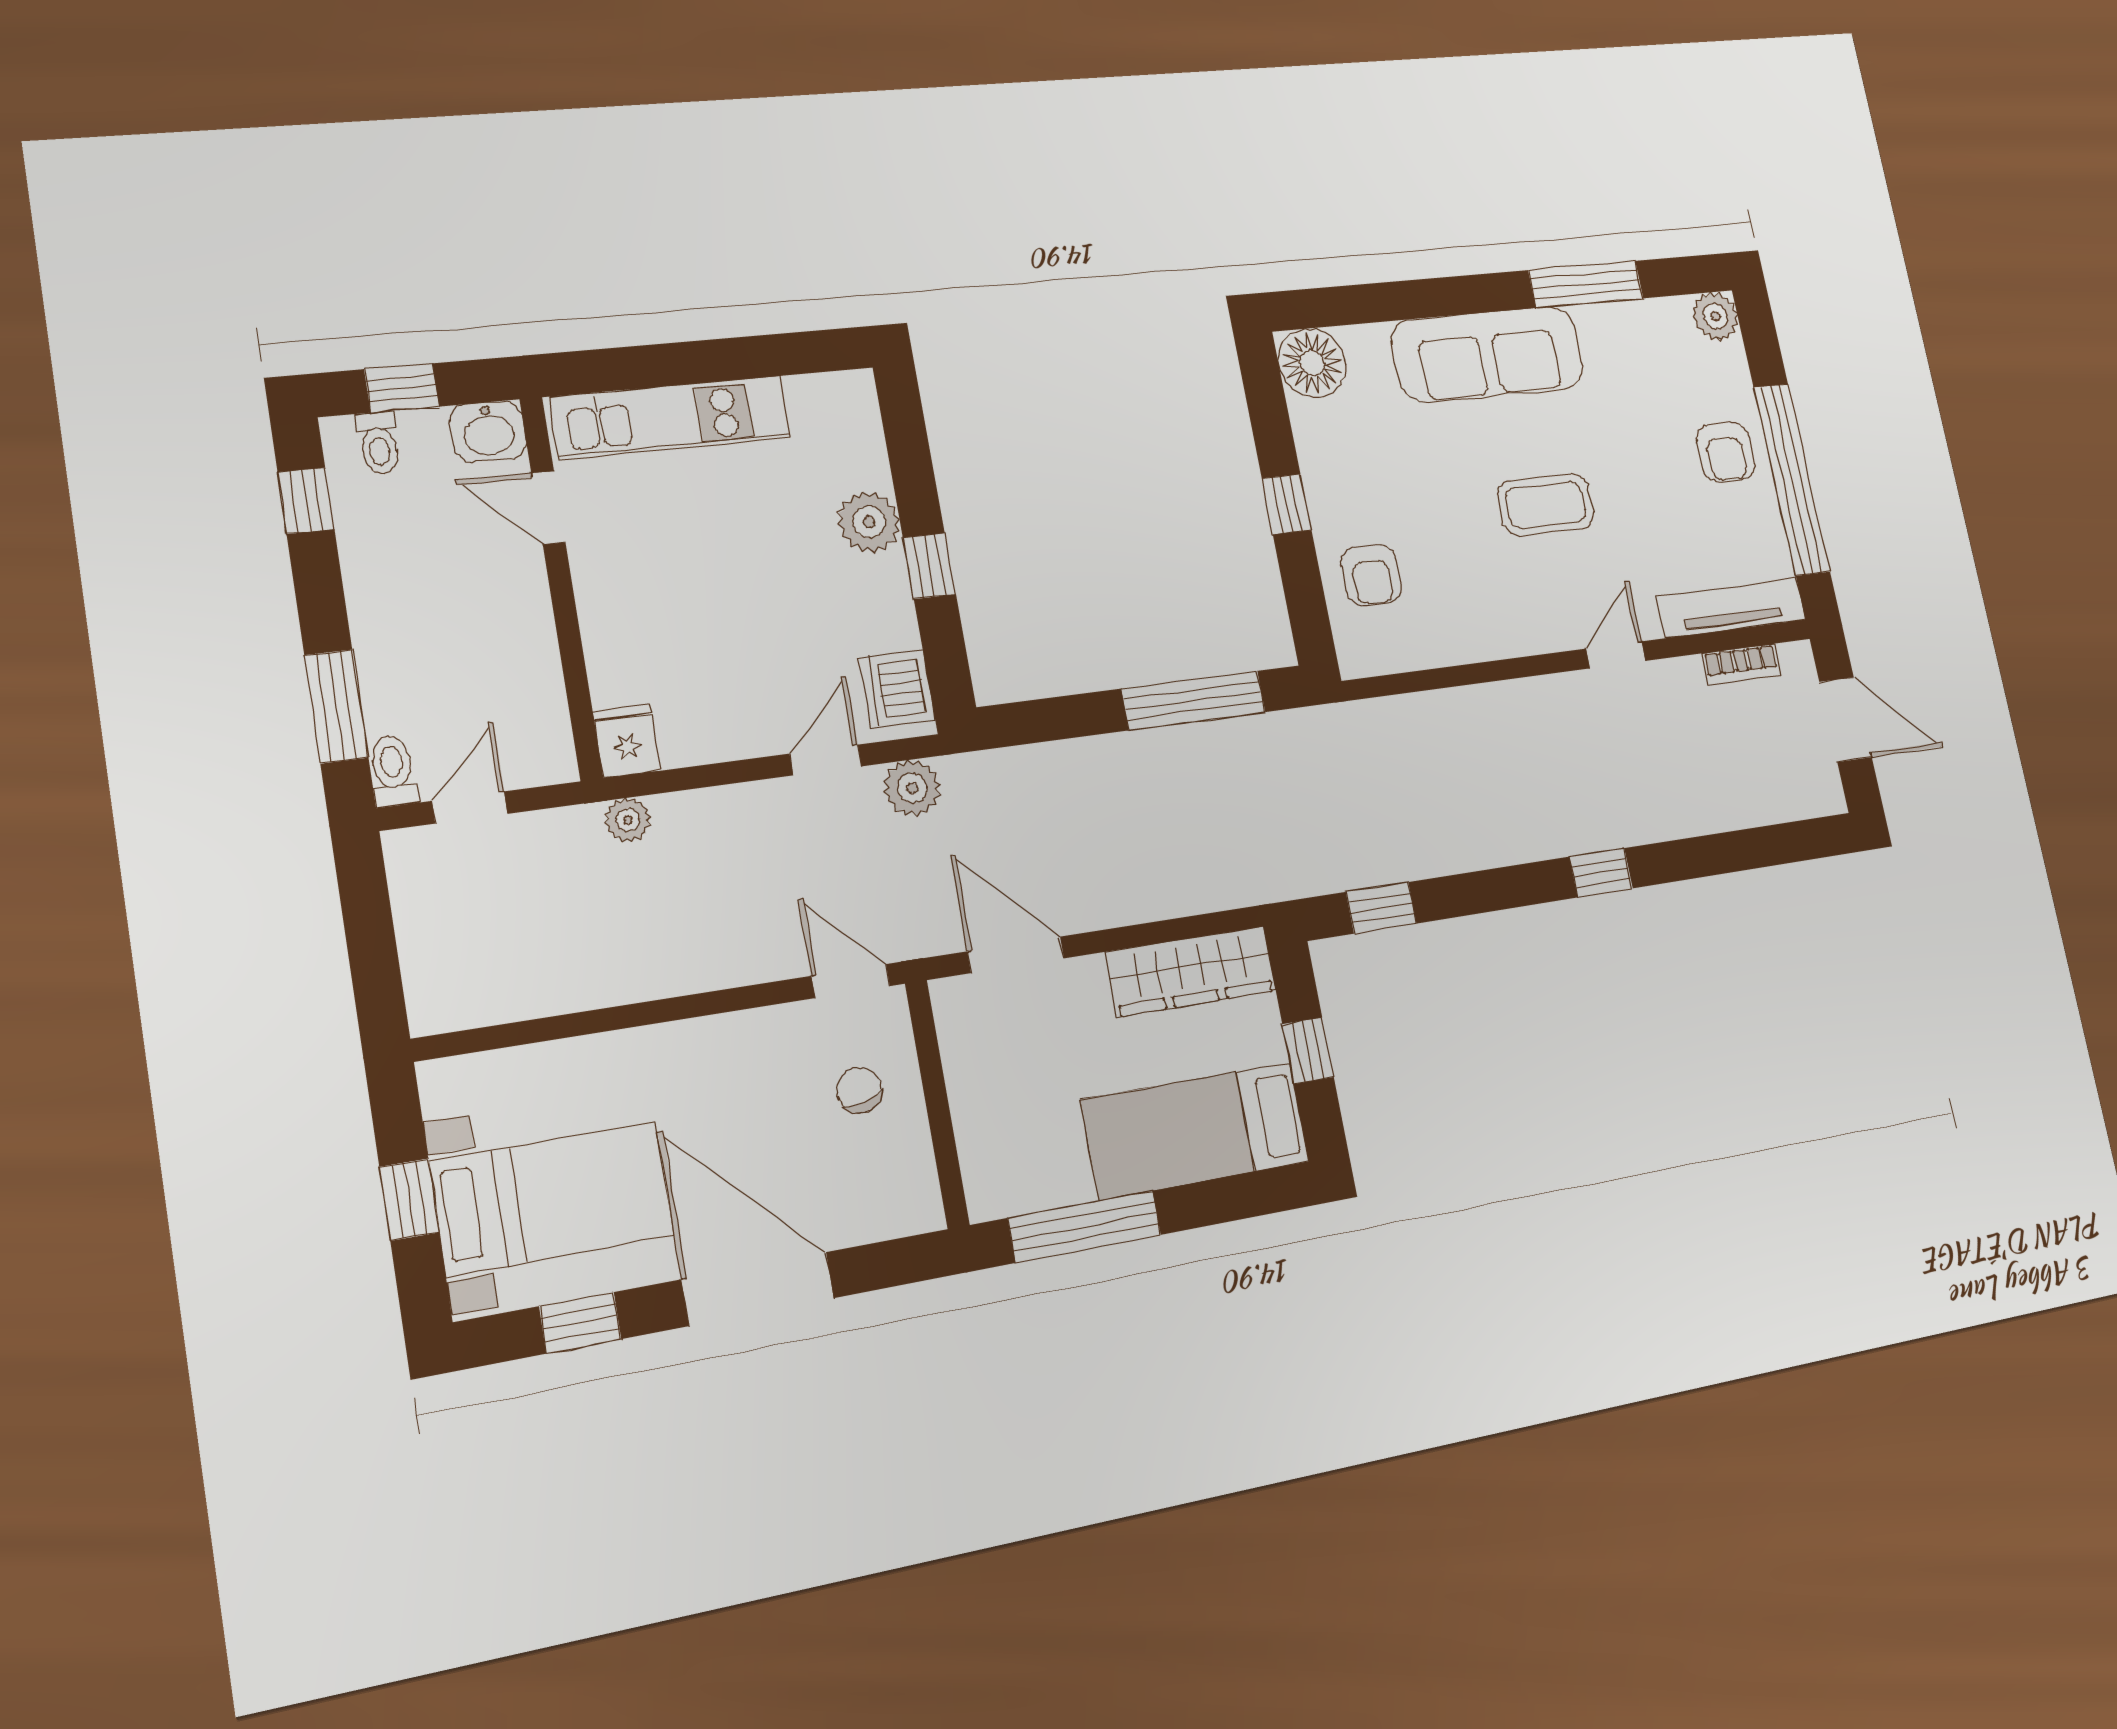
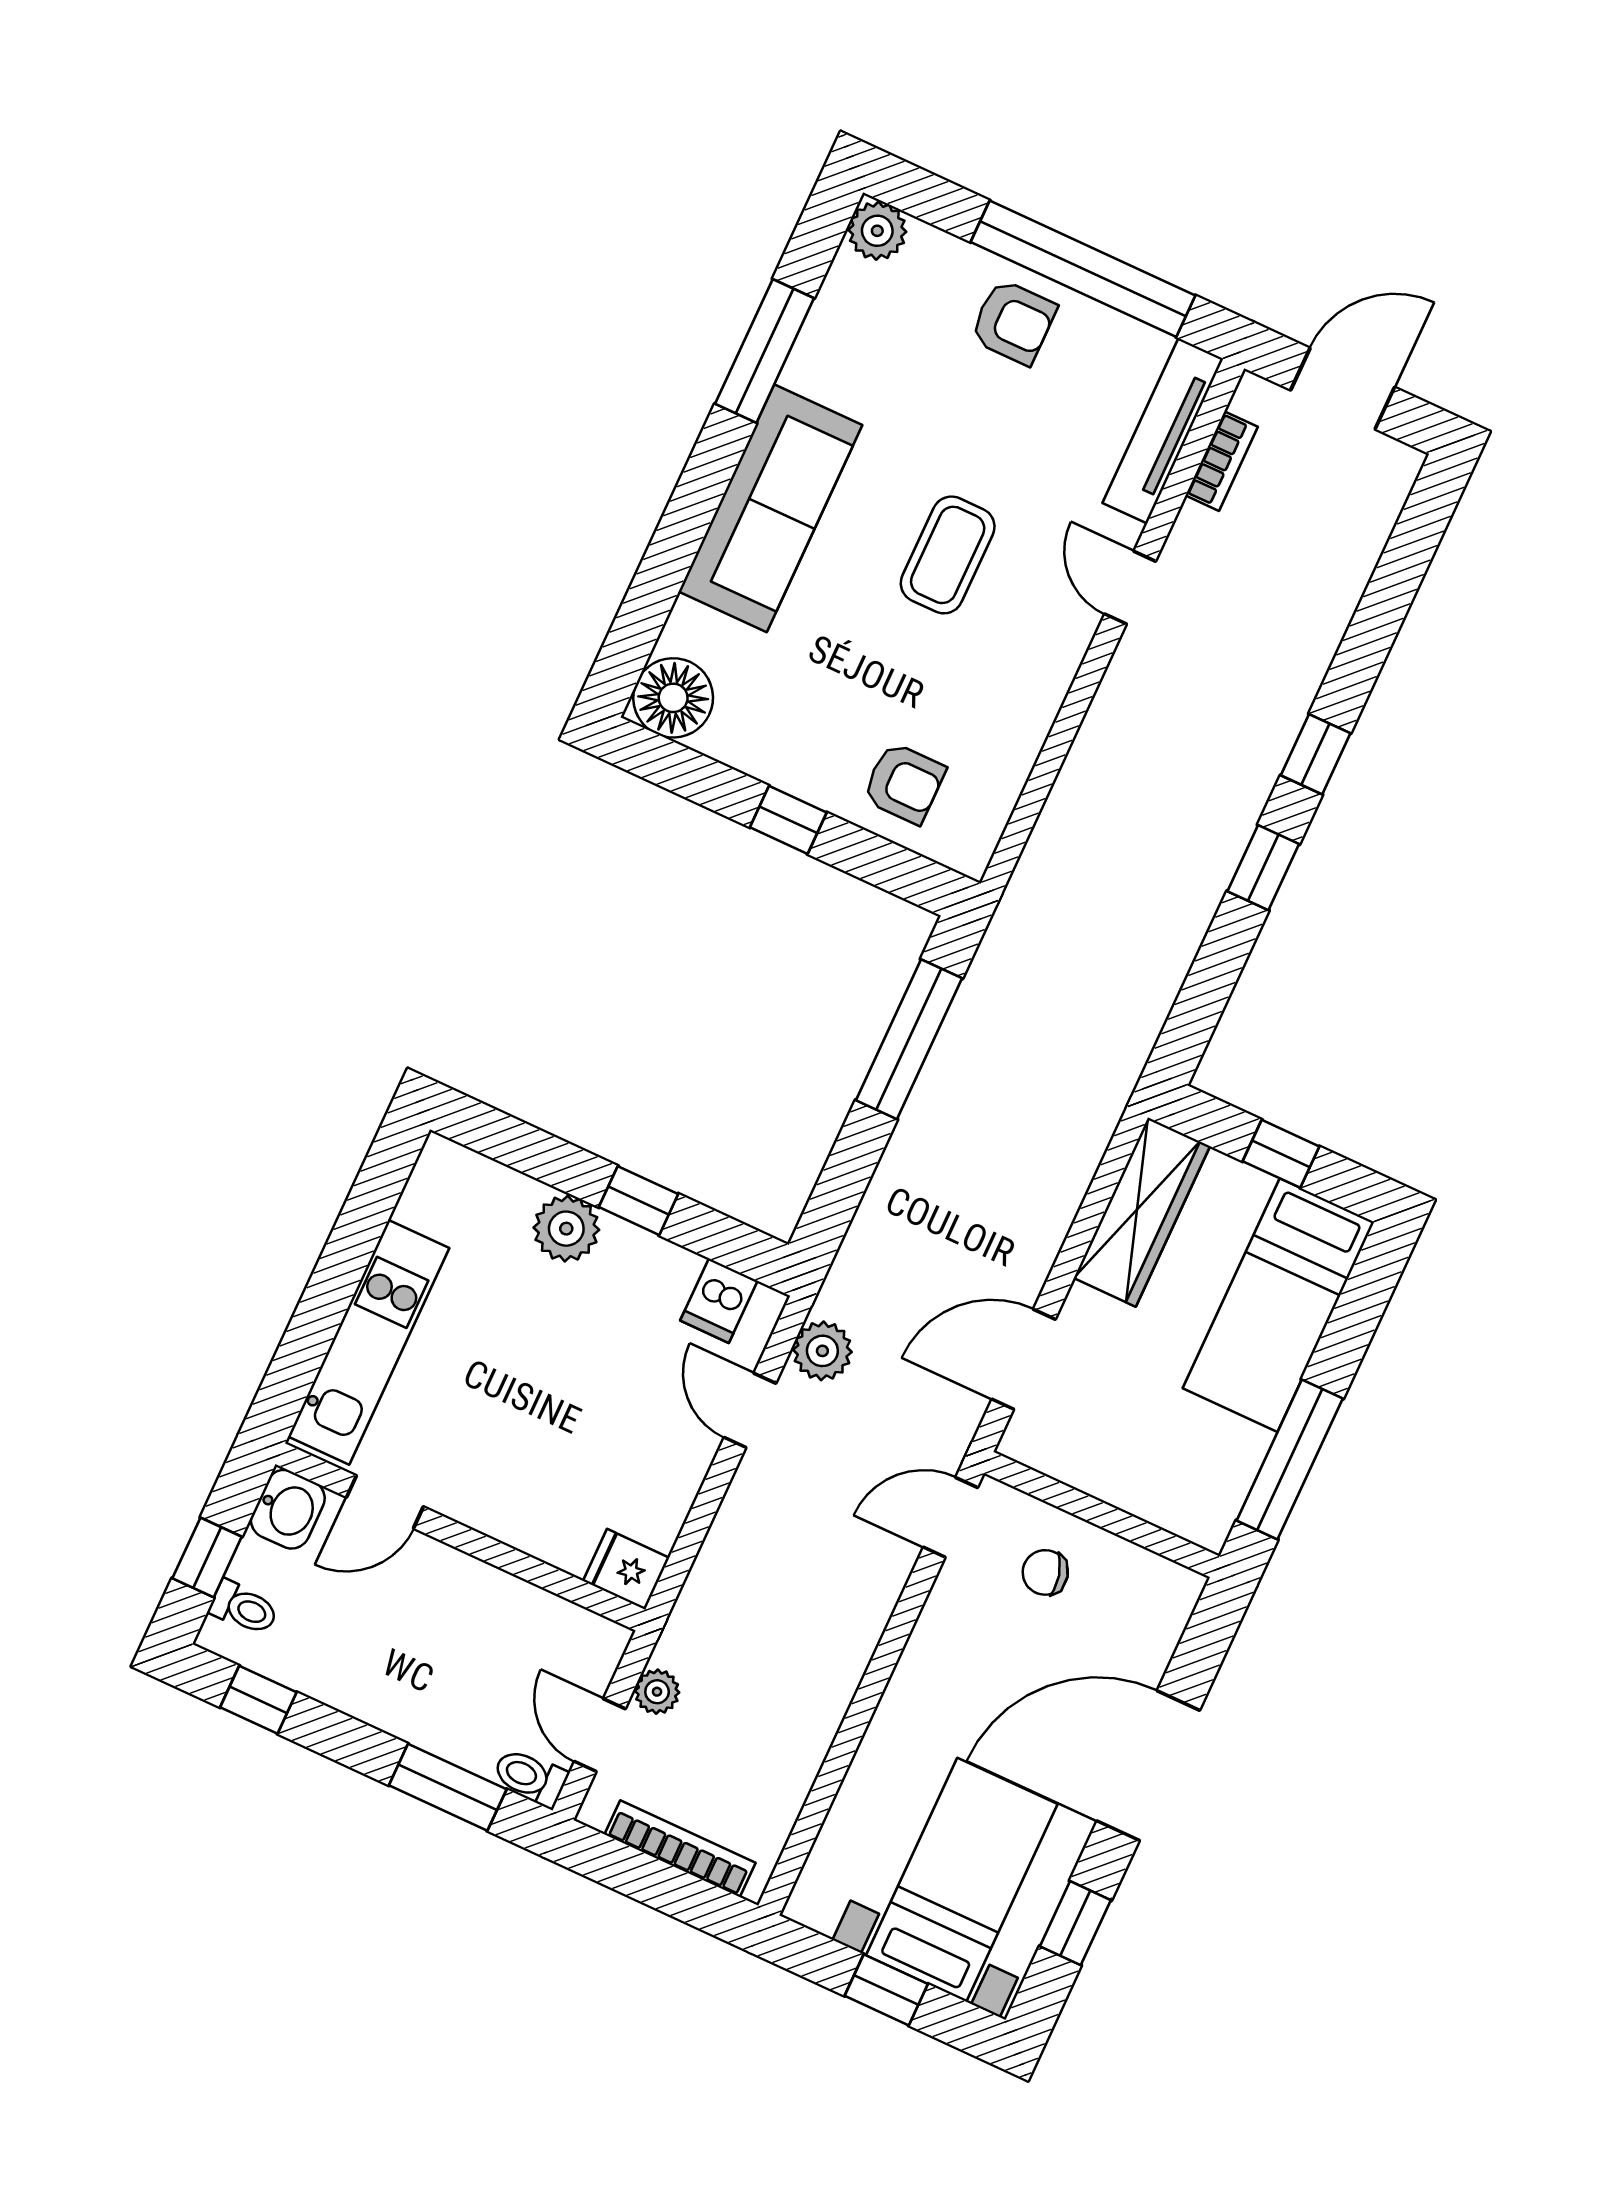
dishwasher: (897, 689) -> (719, 1301), width x0.73
plant: (628, 820) -> (657, 1692), moved
window: (1381, 908) -> (1263, 868), moved
bookcase: (416, 938) -> (680, 1849), added

